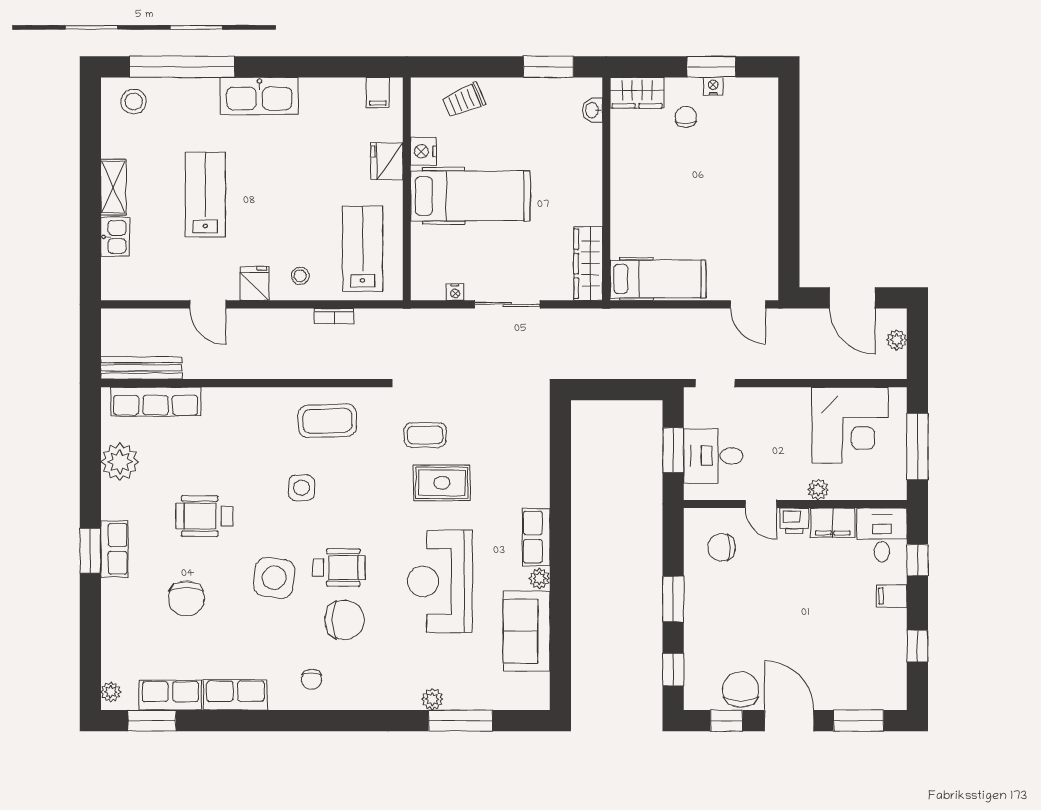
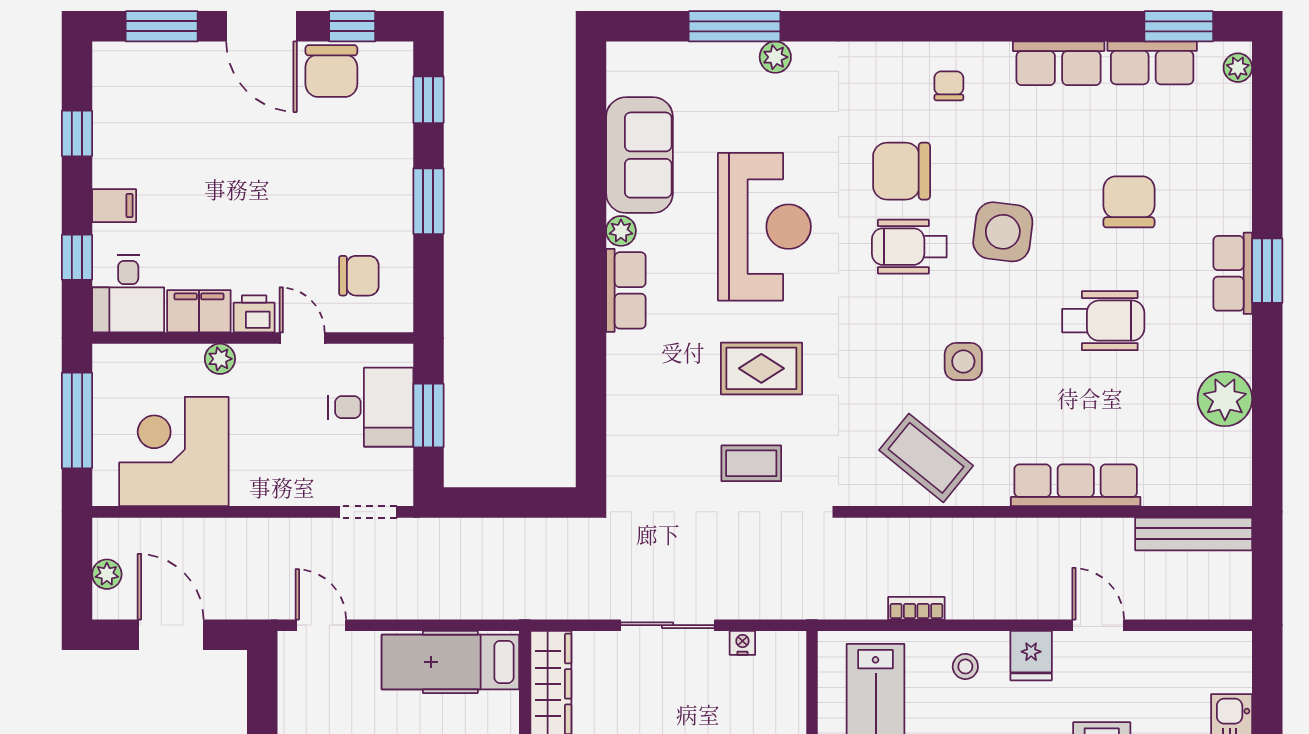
row of seats: (156, 402) -> (1076, 485), moved
coffee table: (327, 421) -> (926, 458), turned 41
coffee table: (425, 435) -> (751, 463), moved

